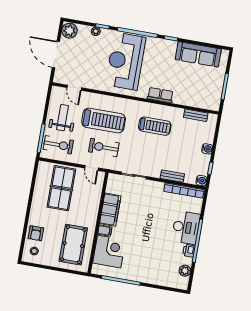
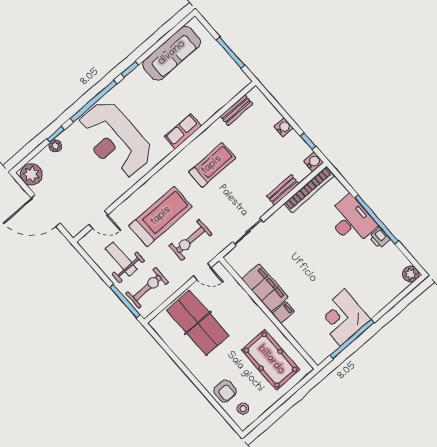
corner desk: (109, 252) -> (342, 318), moved, turned -90
plant: (185, 271) -> (411, 274), moved

